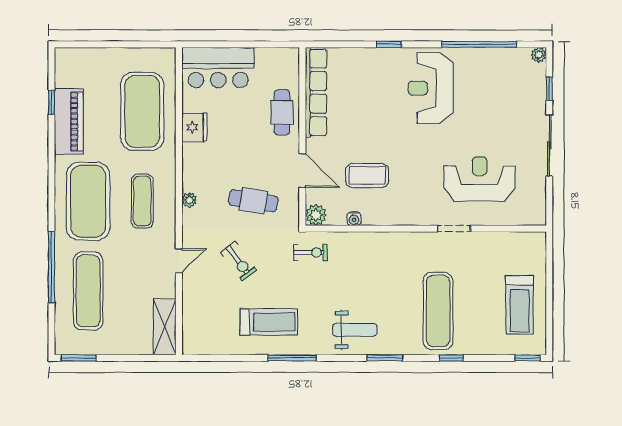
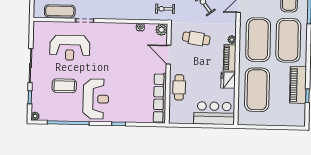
piano: (192, 167) -> (230, 58), added
coffee table: (367, 175) -> (64, 86), moved
exercise mat: (142, 201) -> (258, 40), width x2.00, depth x1.45
exercise mat: (499, 244) -> (60, 11), added

